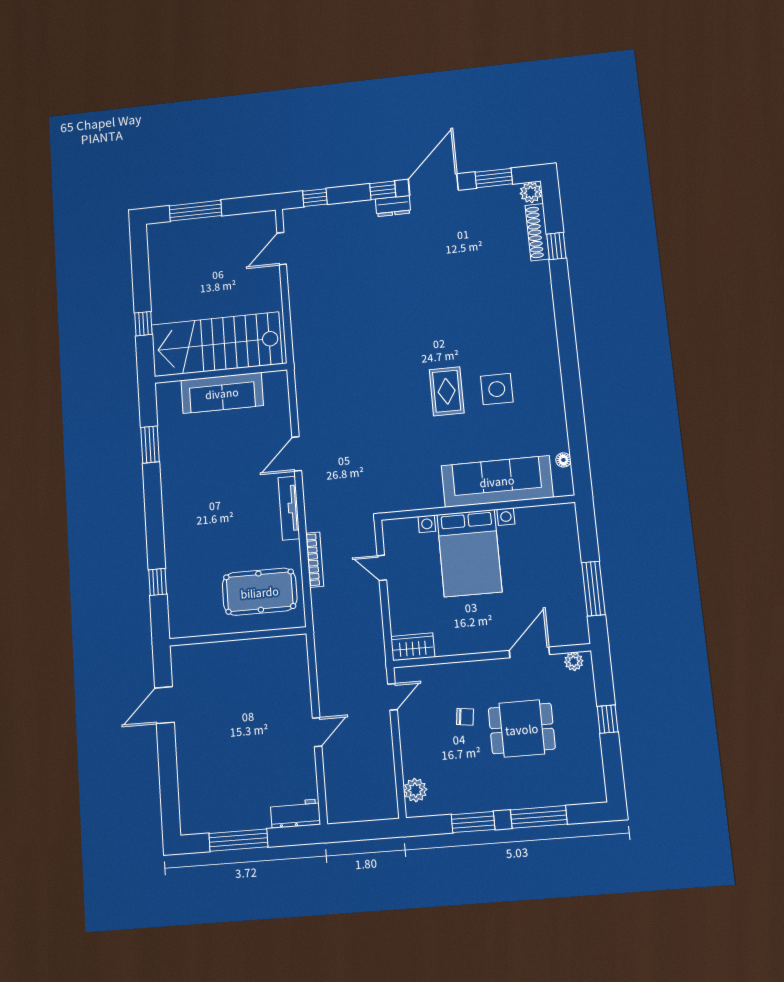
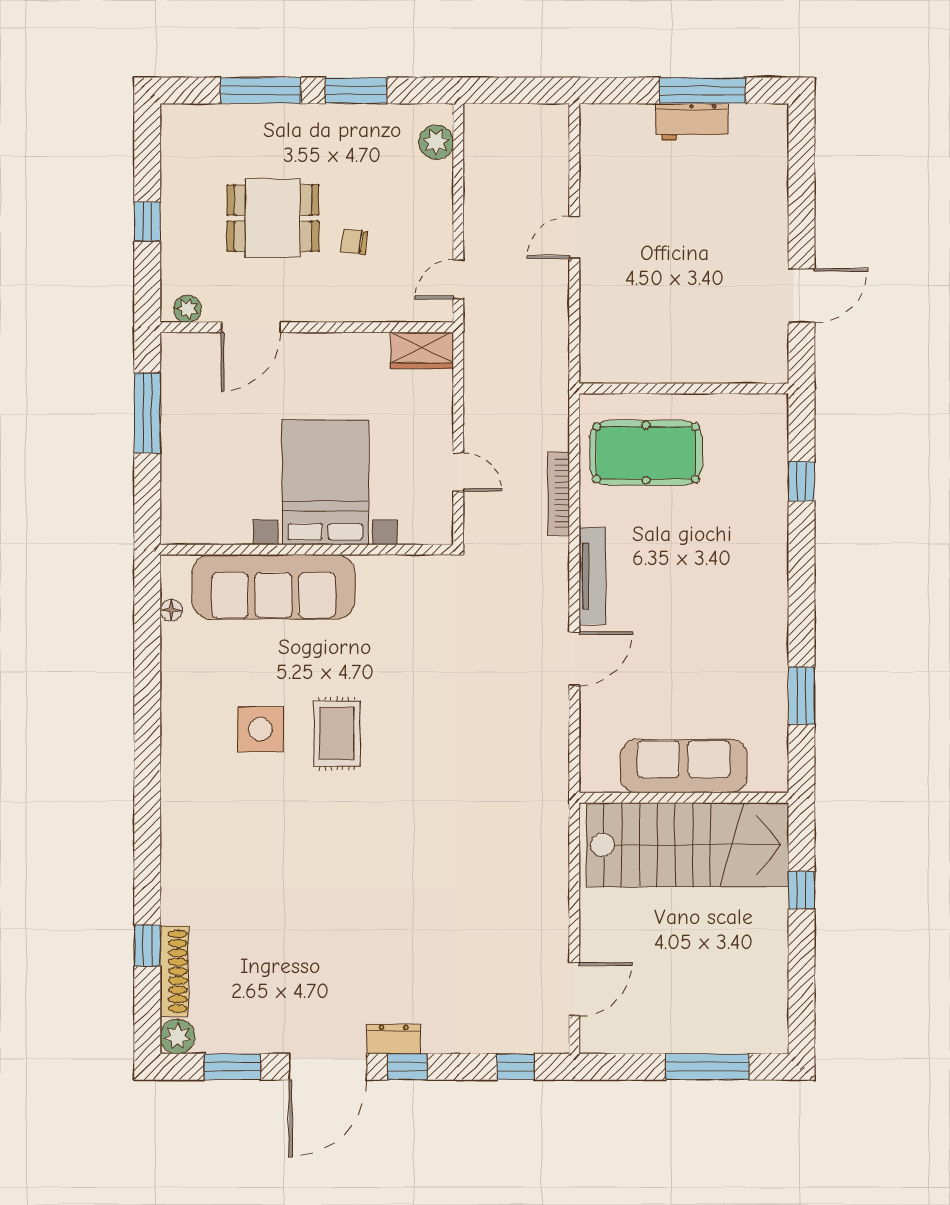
workbench: (295, 814) -> (692, 122), moved

